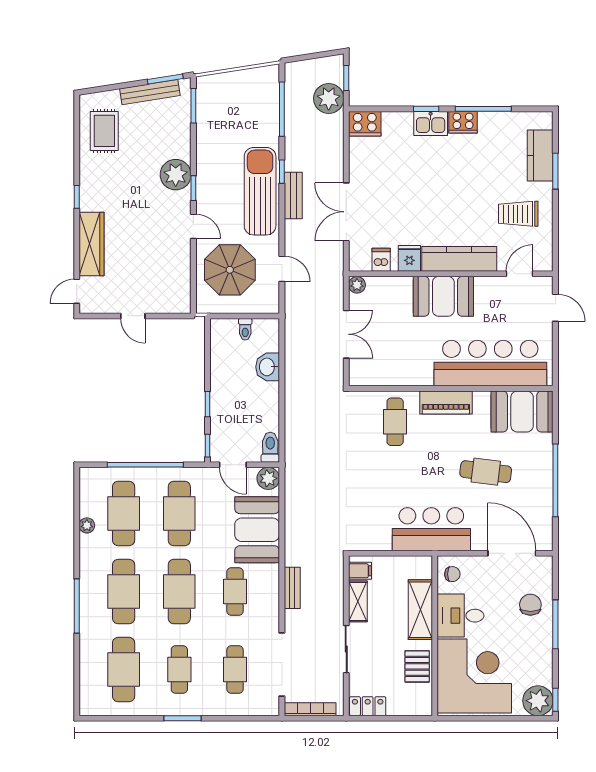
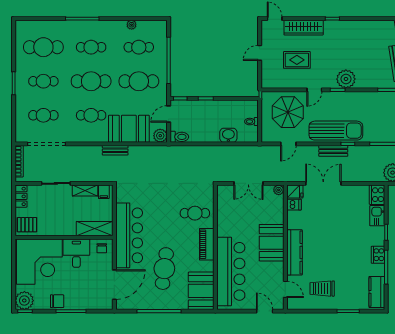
kitchen sink: (431, 123) -> (377, 216), moved
rug: (104, 131) -> (297, 60), moved
kitchen counter: (540, 155) -> (377, 292), moved, turned -90
trolley: (518, 214) -> (322, 289), turned -90
fridge: (409, 258) -> (295, 191), moved
door: (555, 308) -> (265, 311), swing flipped
cafe table: (486, 472) -> (164, 269), width x1.37, depth x1.35
cafe table: (124, 513) -> (139, 47), width x0.73, depth x0.74
bar counter: (431, 529) -> (129, 235), width x1.36
bench: (292, 588) -> (115, 150), moved
cafe table: (124, 592) -> (91, 47), width x0.73, depth x0.74
chair: (530, 605) -> (57, 301), moved
shelving: (420, 610) -> (95, 229), moved
pallet: (417, 666) -> (27, 225), moved

